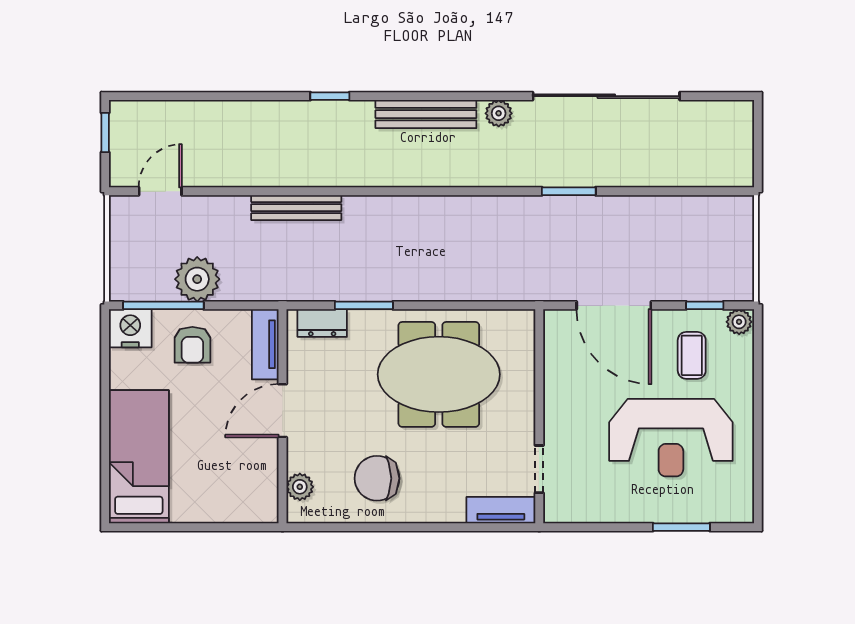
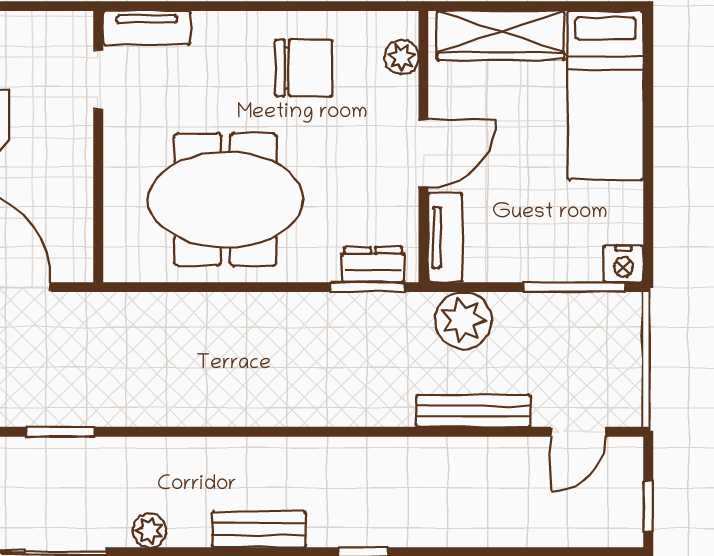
bench: (426, 114) -> (259, 529), width x0.73
bench: (296, 208) -> (473, 411), moved
plant: (197, 279) -> (463, 320), moved
window: (364, 305) -> (368, 287), moved
nightstand: (130, 328) -> (624, 264), width x0.74, depth x0.75
armchair: (192, 345) -> (538, 237), removed
wardrobe: (222, 504) -> (501, 36), added

